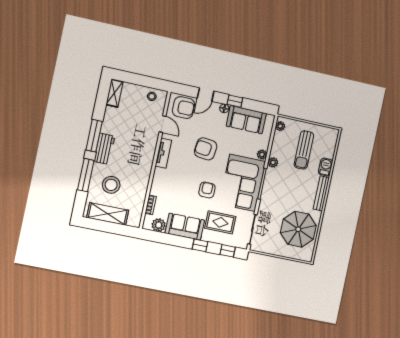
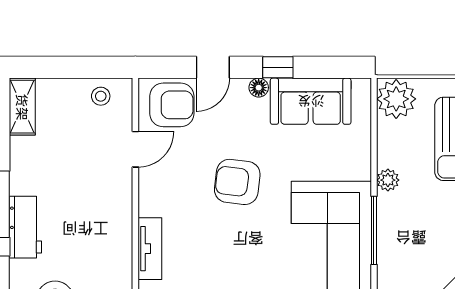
door: (163, 124) -> (135, 149), hinge flipped
plant: (280, 126) -> (396, 99), width x1.88, depth x1.88
tv unit: (163, 153) -> (150, 249), moved
plant: (262, 155) -> (360, 168), removed
armchair: (207, 190) -> (258, 268), removed

